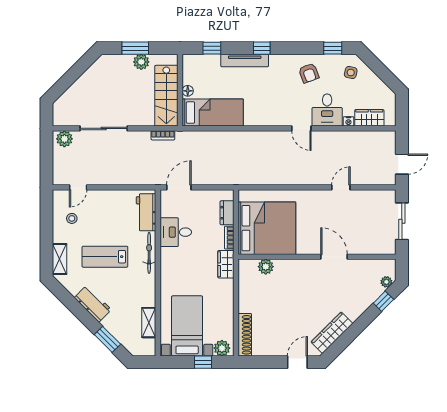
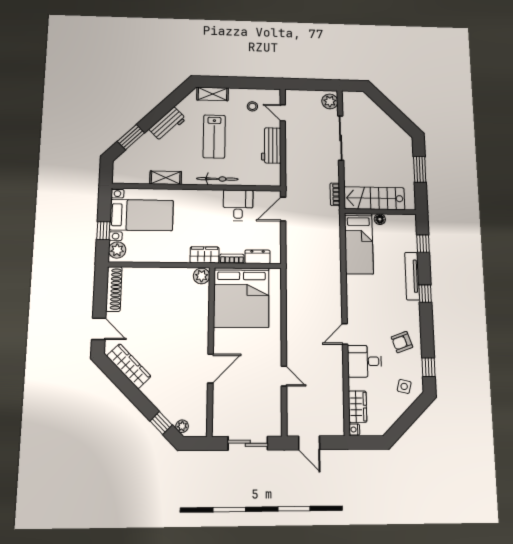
plant: (141, 62) -> (407, 175), removed
nightstand: (348, 121) -> (354, 430), moved
door: (179, 187) -> (283, 209), swing flipped
workbench: (146, 212) -> (271, 145), moved, turned -90
lab bench: (105, 257) -> (214, 136), turned 180
plant: (266, 267) -> (202, 276), moved
shelving: (149, 323) -> (166, 178), moved
shoe rack: (245, 335) -> (114, 289), moved, turned -90

